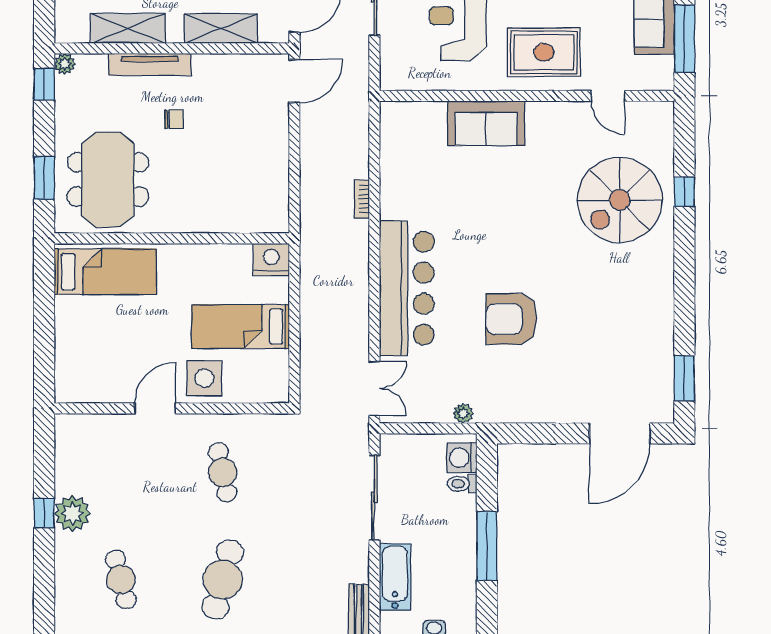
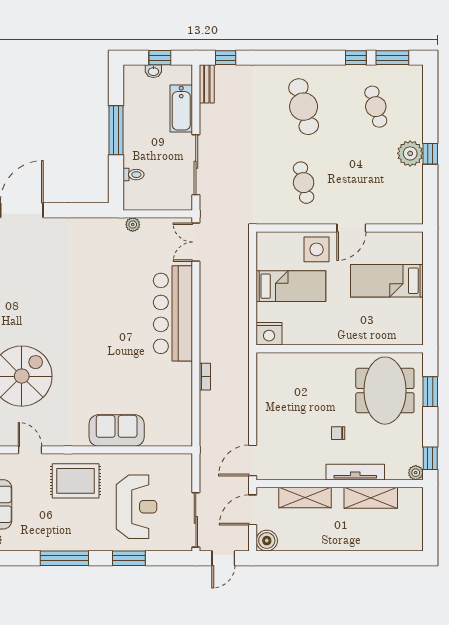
bed: (105, 272) -> (387, 281), moved
armchair: (511, 319) -> (99, 292), removed
washing machine: (462, 458) -> (134, 193), removed
cafe table: (223, 579) -> (304, 107), turned -30

